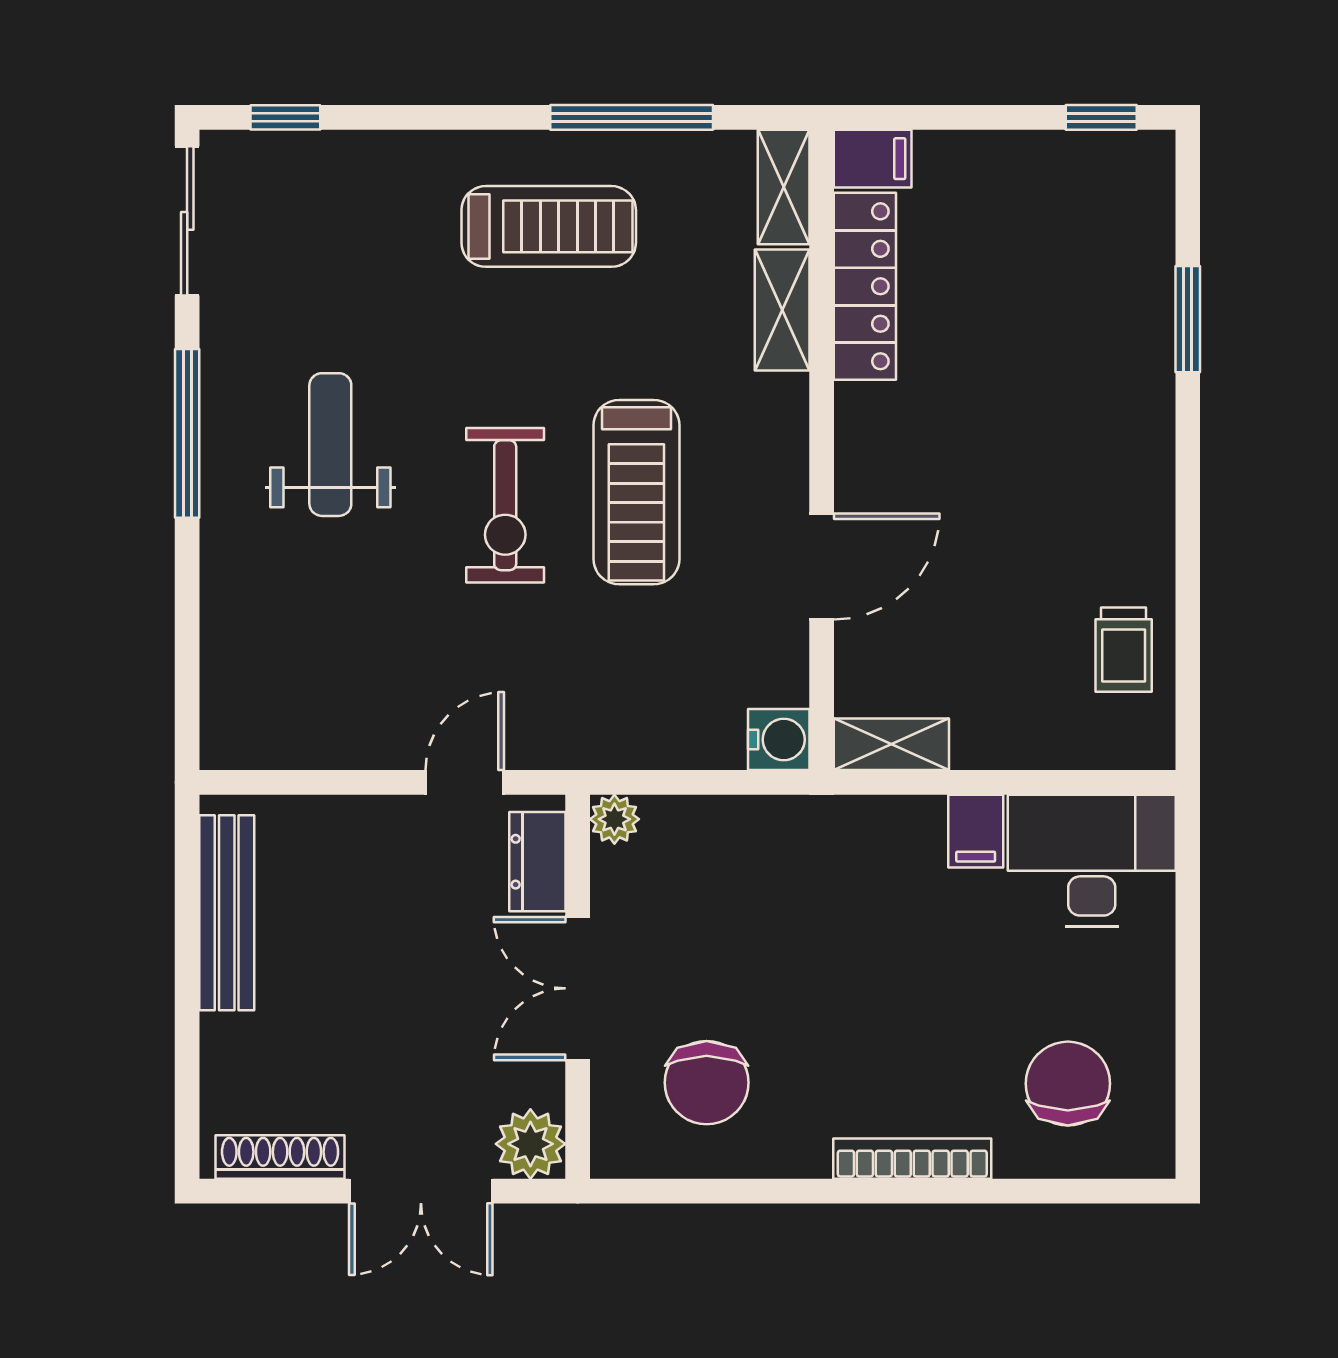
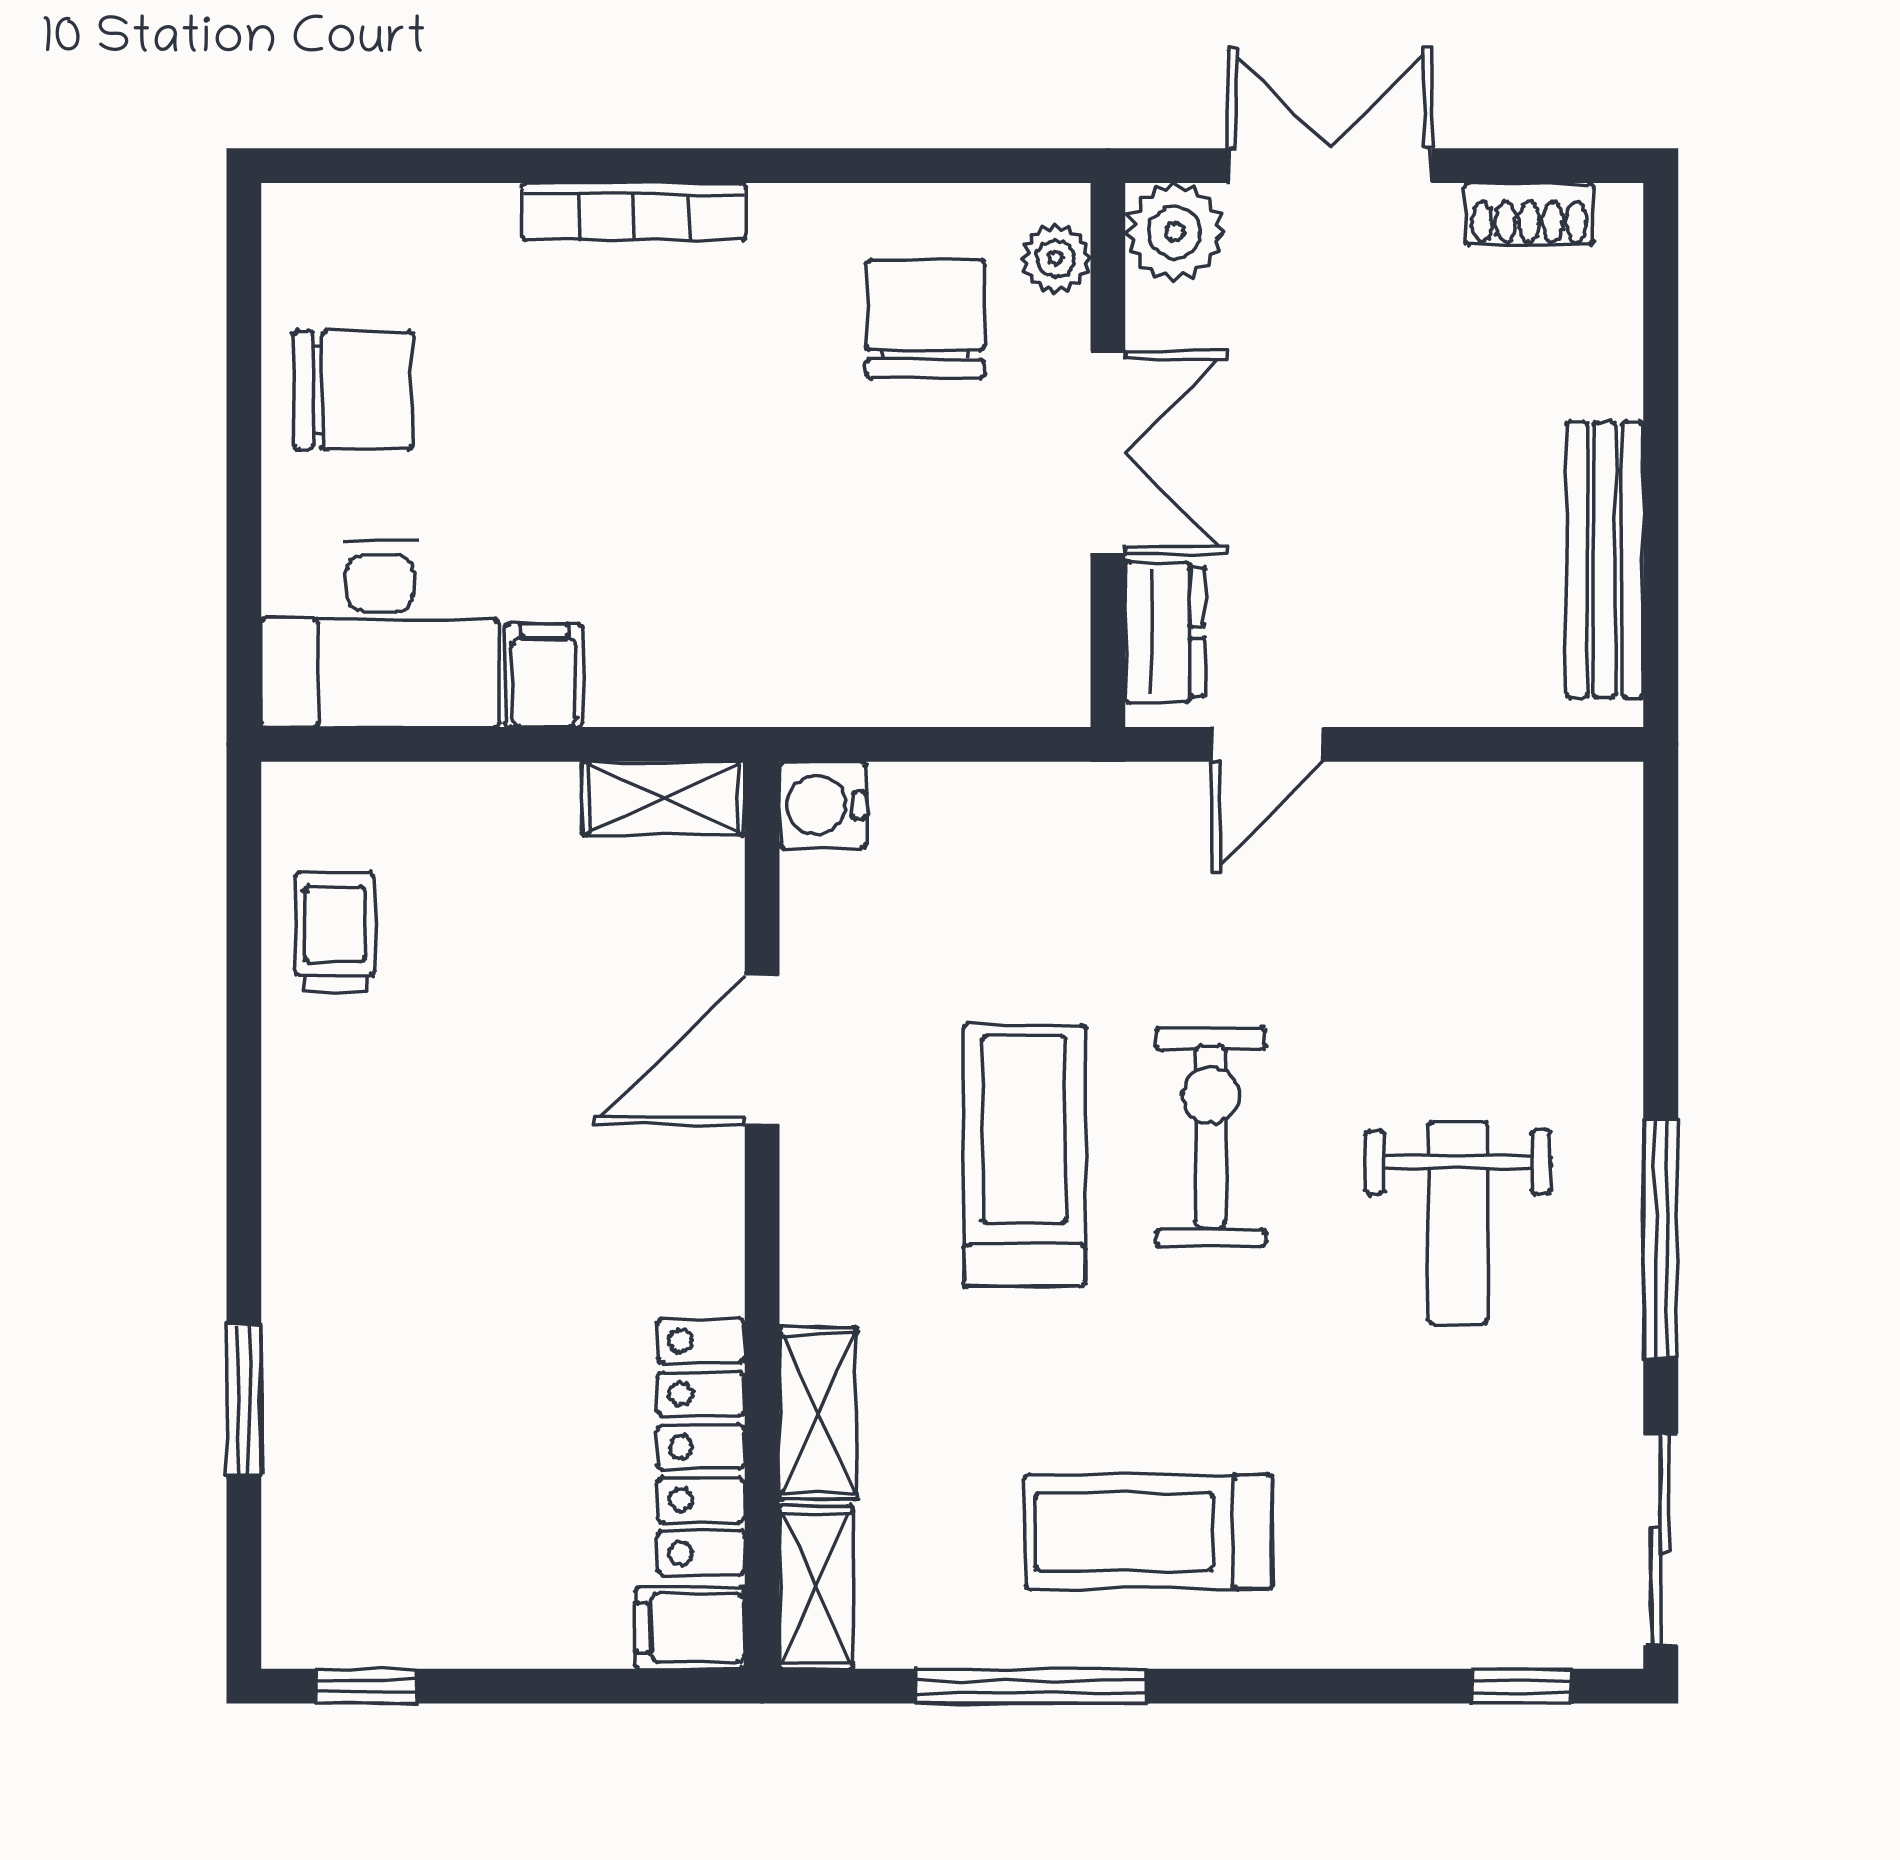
plant: (614, 819) -> (1056, 258), moved
chair: (1068, 1084) -> (353, 390), moved, turned -90
shoe rack: (280, 1157) -> (1529, 214), width x0.70

